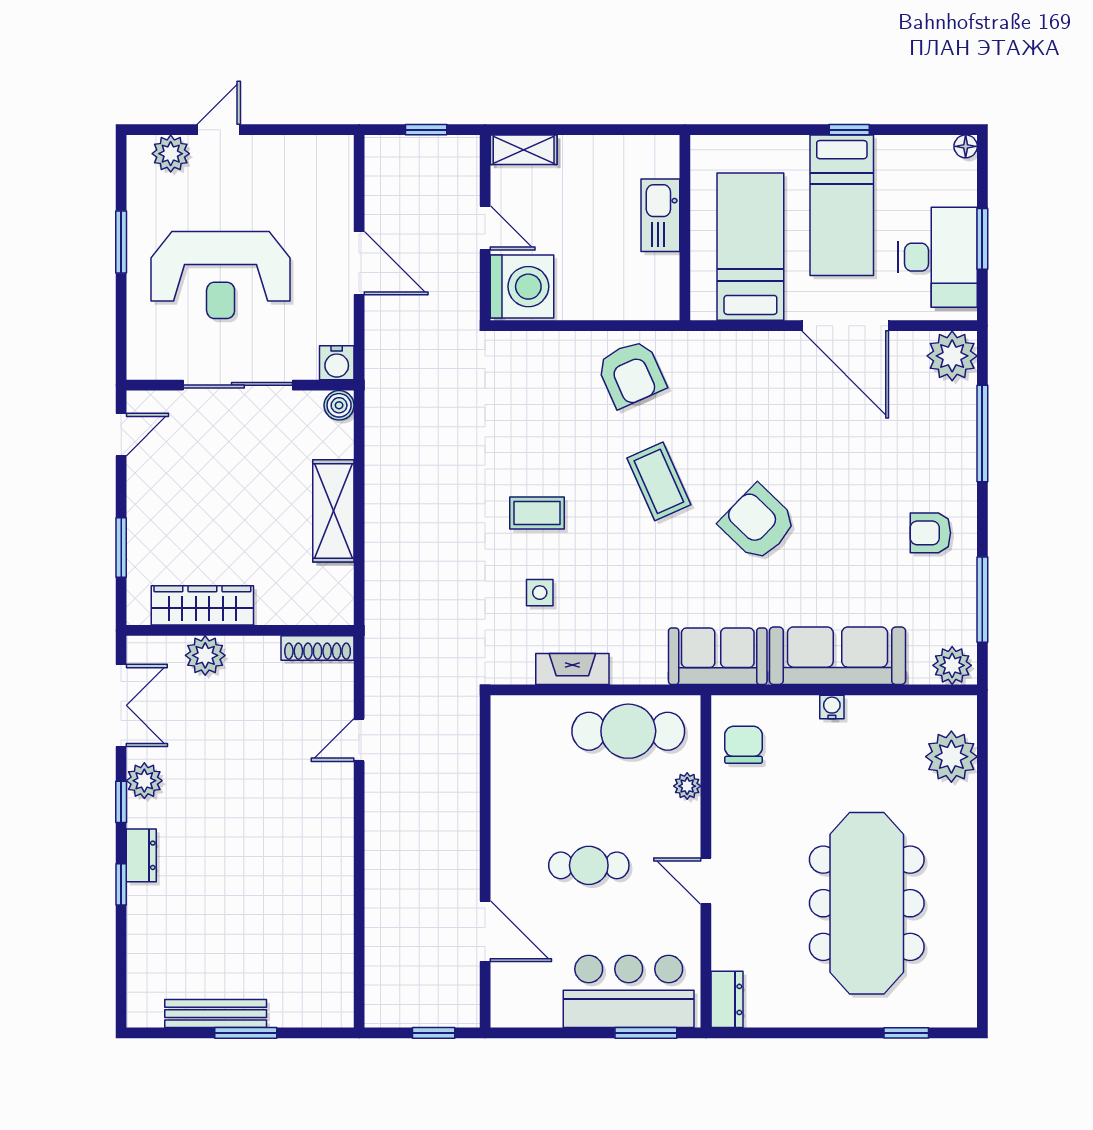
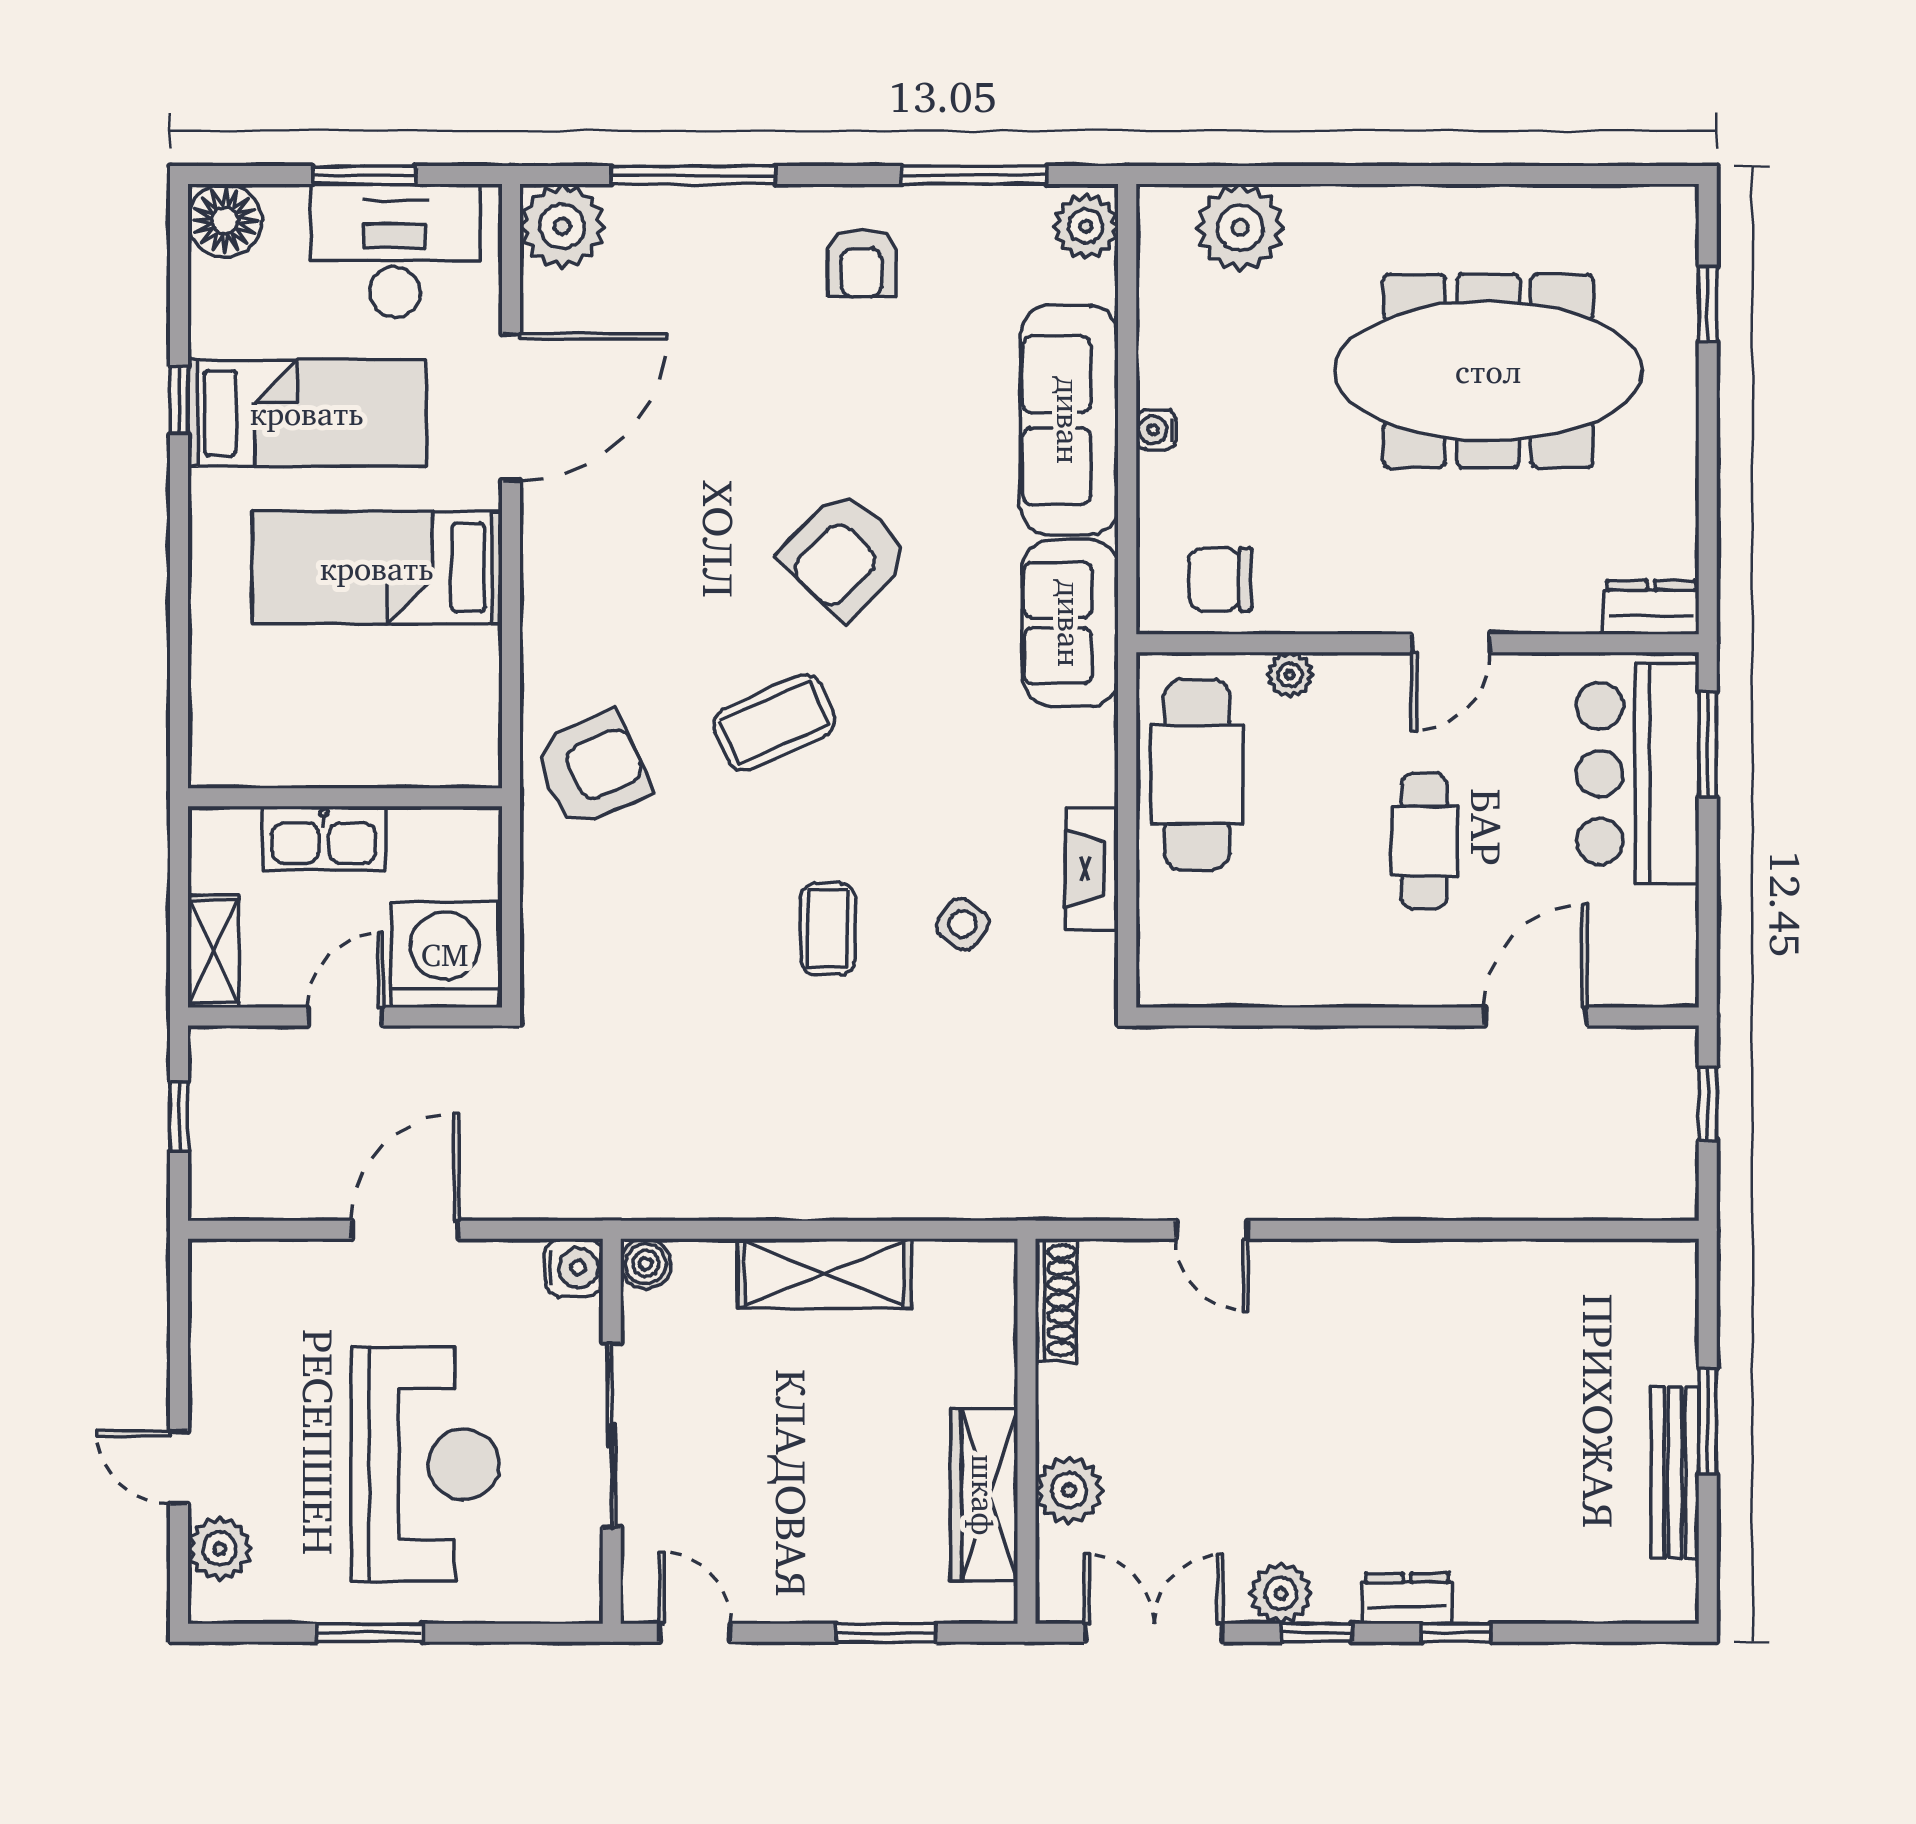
floor lamp: (966, 146) -> (225, 221), width x1.89, depth x1.89
kitchen sink: (660, 215) -> (324, 839), moved
wall: (685, 228) -> (345, 797), moved
side table: (540, 593) -> (963, 924), turned 35

